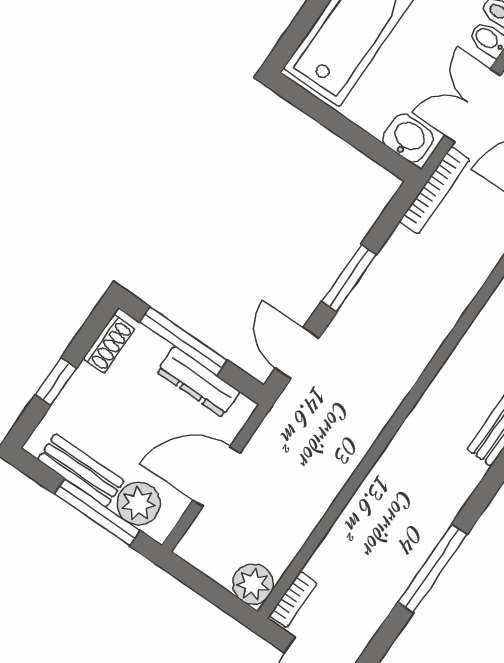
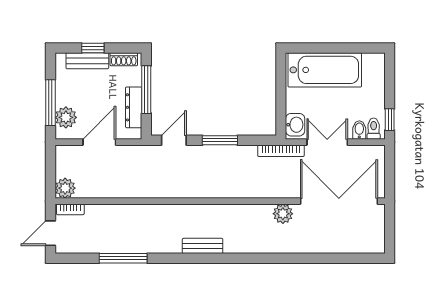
bench: (81, 470) -> (87, 61), moved, turned 90
door: (216, 477) -> (99, 142), hinge flipped

